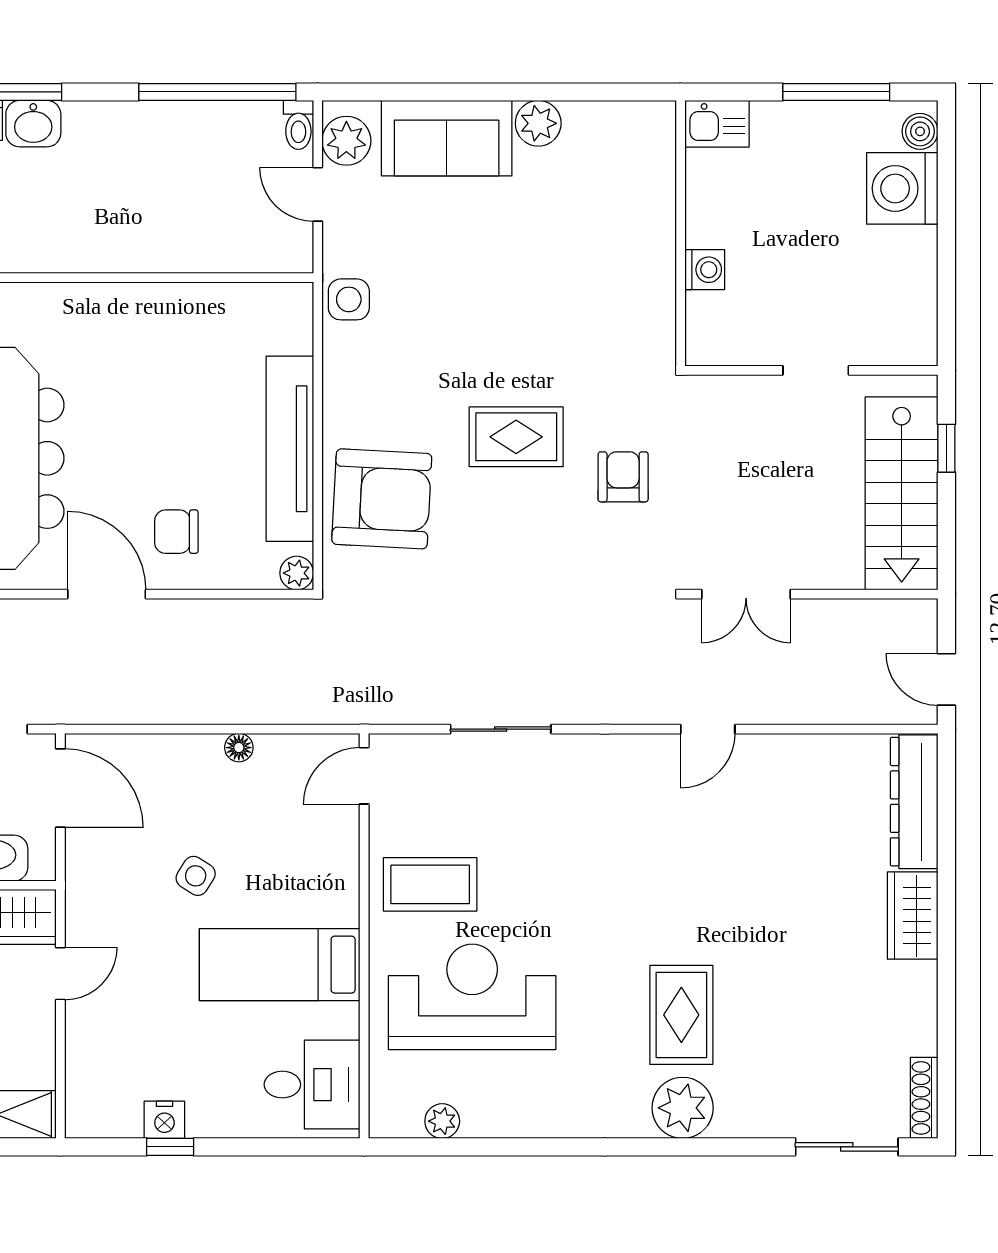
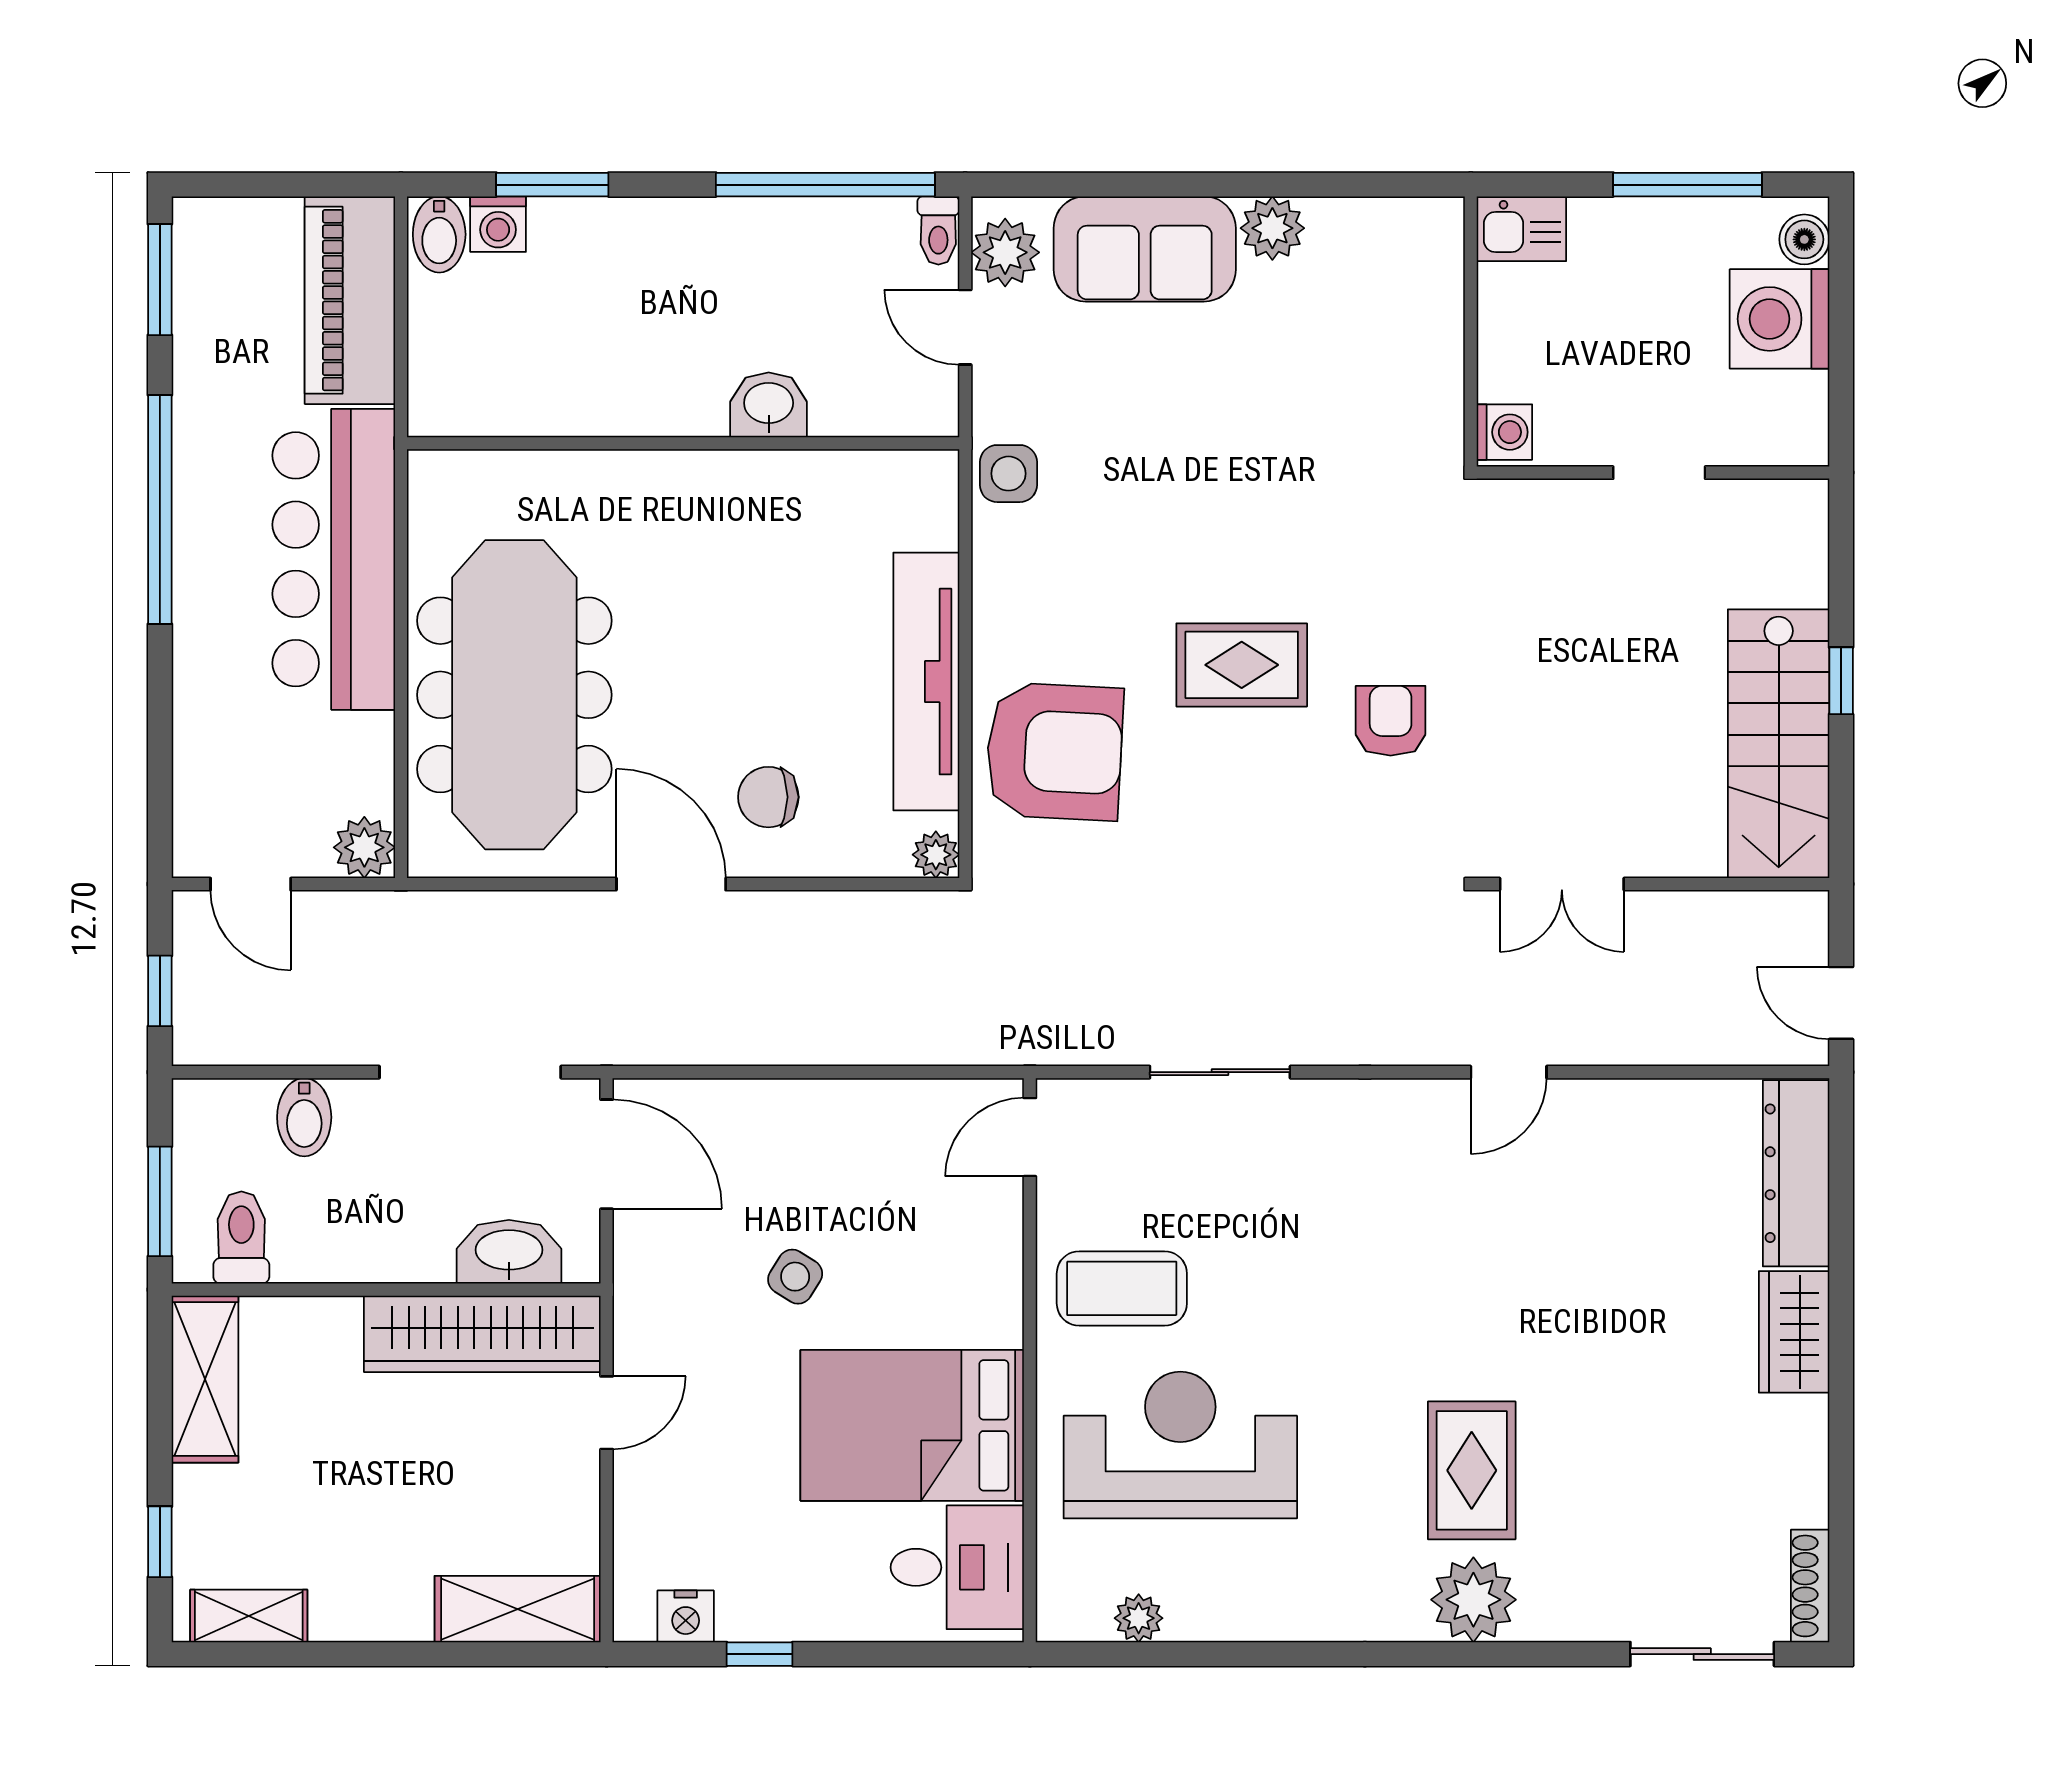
washbasin: (33, 124) -> (769, 405), moved, turned 180
wall: (811, 370) -> (1653, 473), moved
doorway: (816, 370) -> (1659, 473), moved
floor lamp: (239, 748) -> (855, 1098), removed
bed: (280, 965) -> (912, 1425), width x1.50
nightstand: (164, 1120) -> (686, 1616), moved

